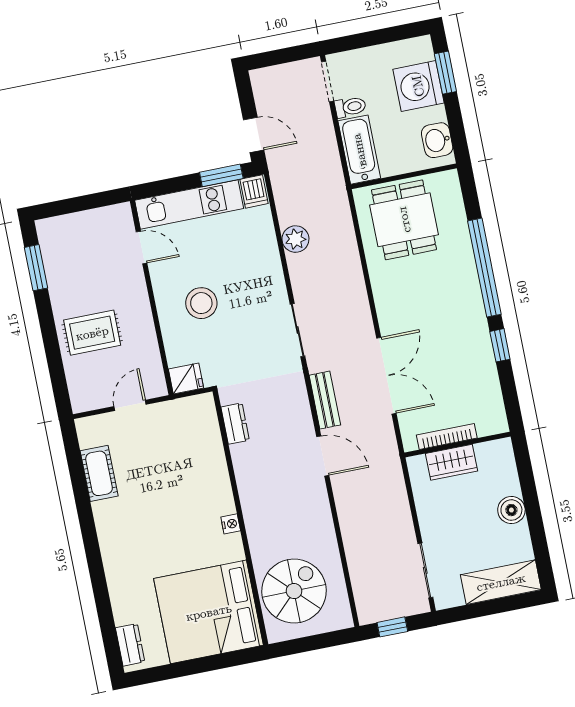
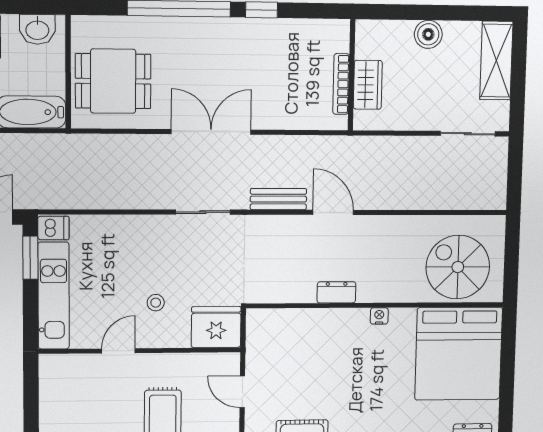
plant: (295, 239) -> (110, 196), removed
door: (142, 247) -> (118, 351), moved
stool: (201, 303) -> (156, 303), width x0.53, depth x0.53
double door: (386, 376) -> (211, 132), moved
fridge: (186, 379) -> (216, 327), width x1.88, depth x1.34
dresser: (235, 424) -> (336, 292), moved
door: (323, 456) -> (333, 212), hinge flipped
window: (392, 627) -> (515, 178), removed

